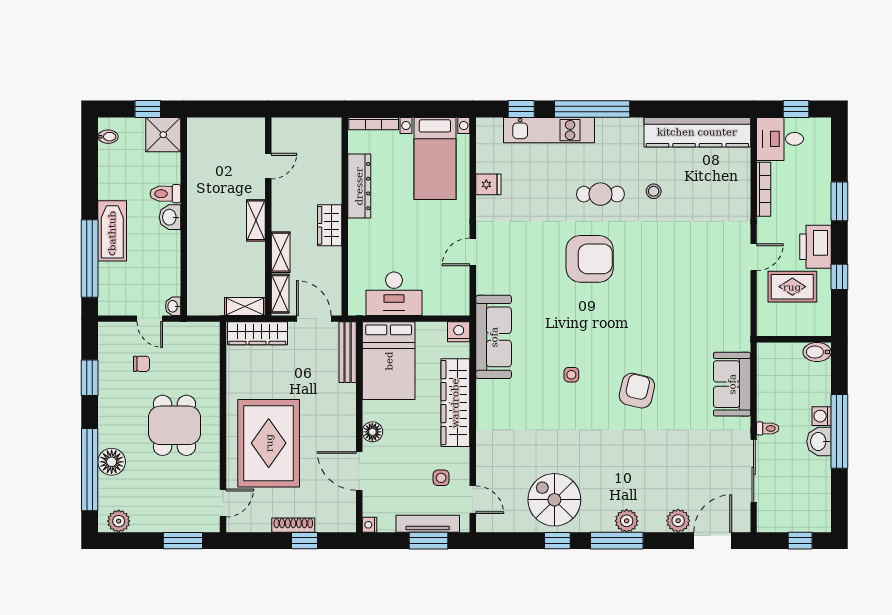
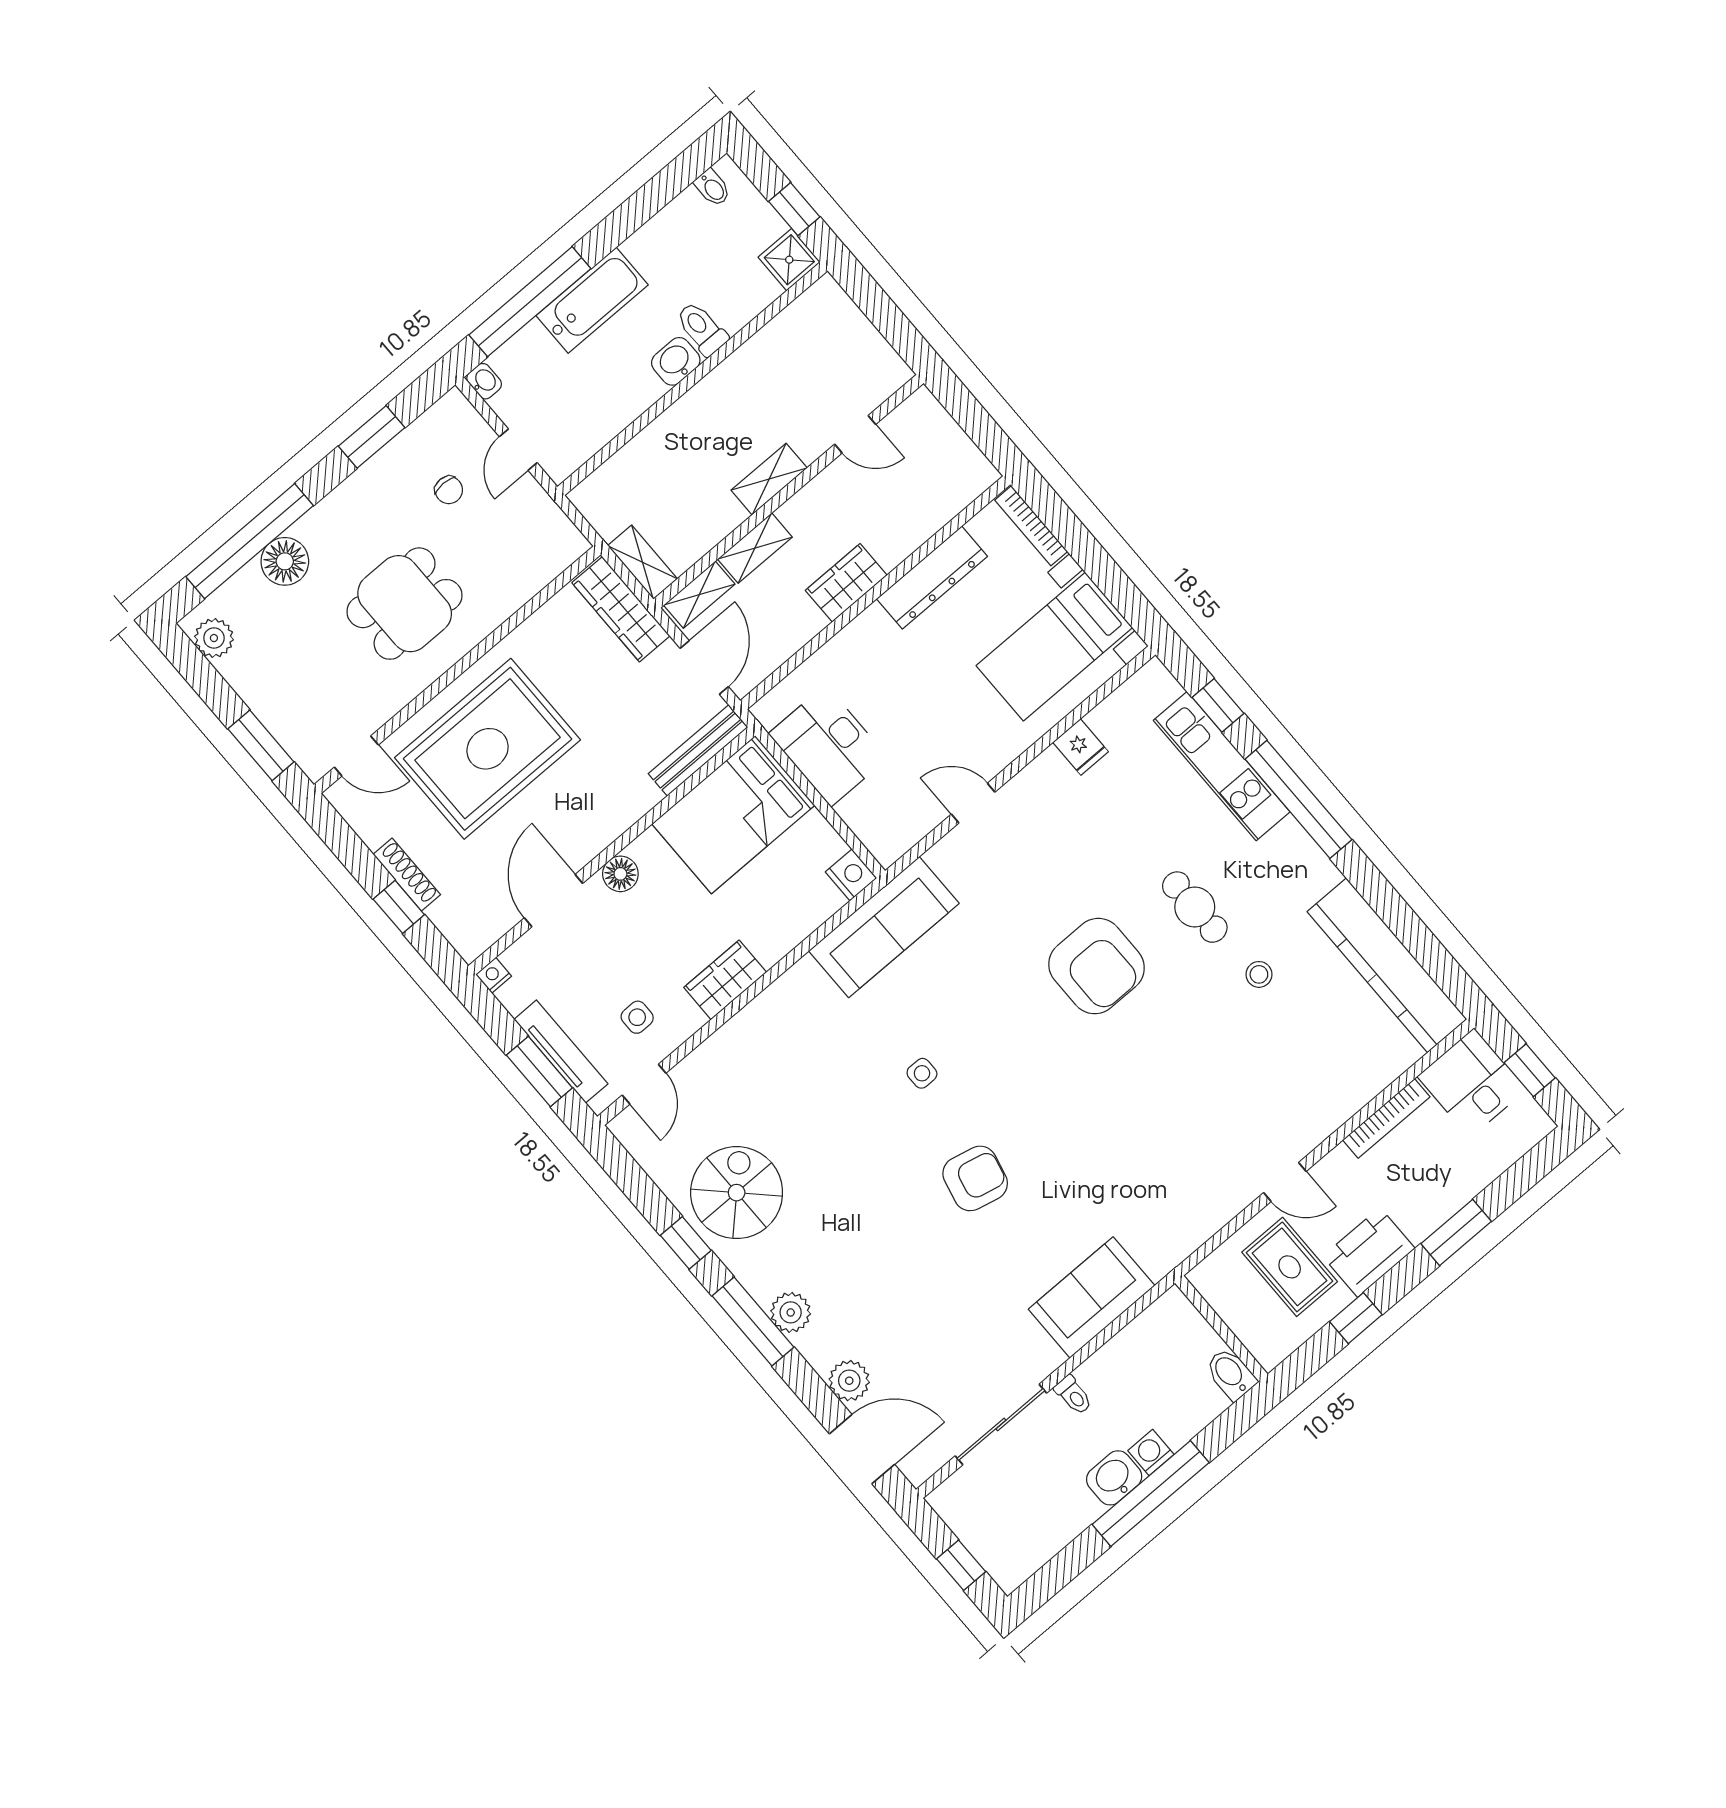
shower: (163, 135) -> (789, 260), width x0.73, depth x0.73
washbasin: (173, 306) -> (484, 381), moved, turned 90
wardrobe: (455, 403) -> (725, 980), width x0.48, depth x0.85

